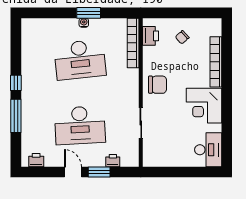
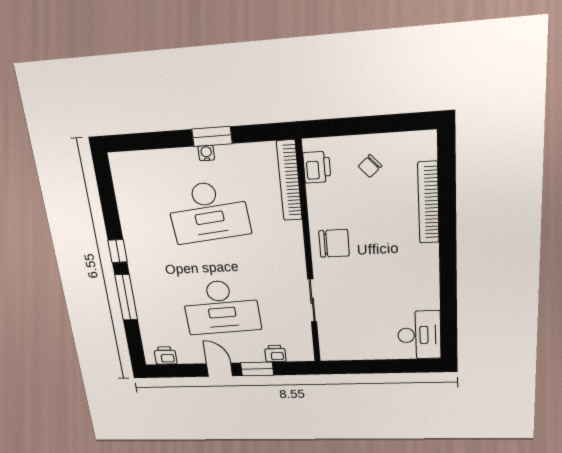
corner desk: (204, 106) -> (411, 272), removed

